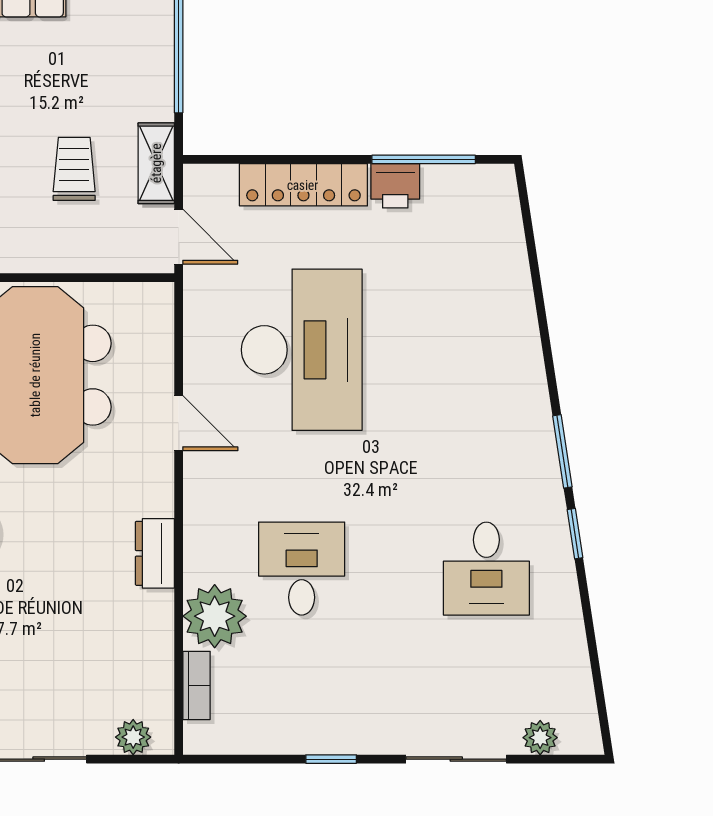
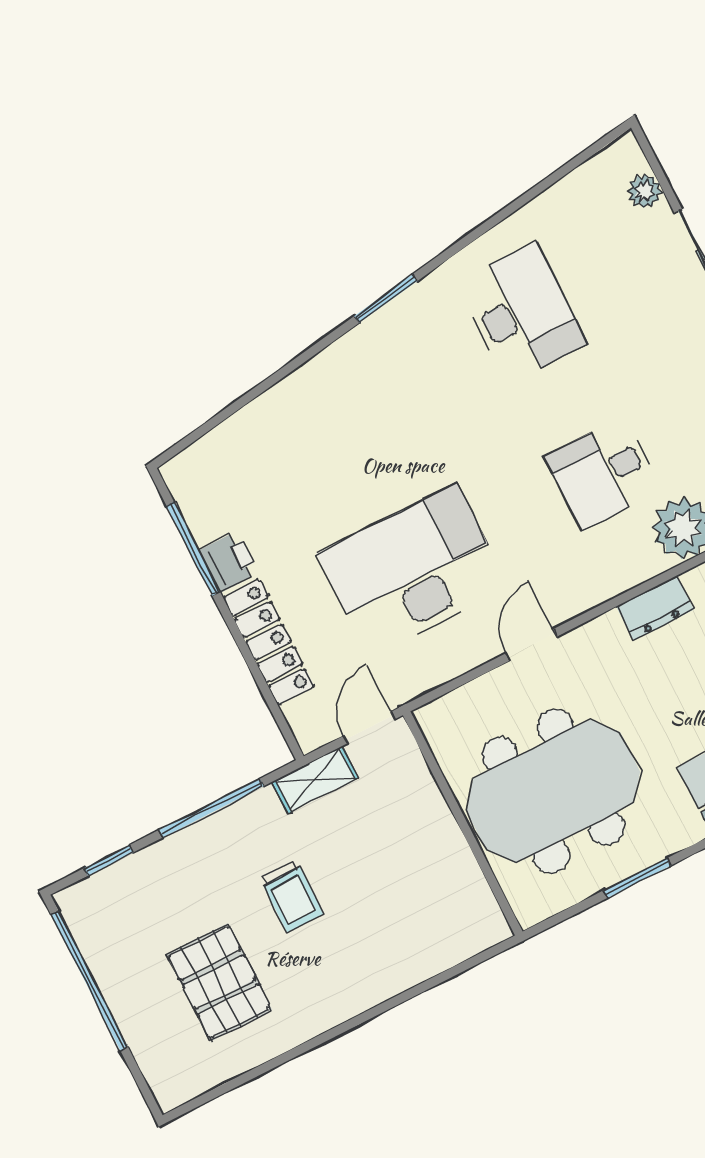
trolley: (74, 169) -> (292, 896), moved, turned -90
window: (575, 534) -> (452, 251), removed
desk: (486, 569) -> (521, 313), width x1.37

